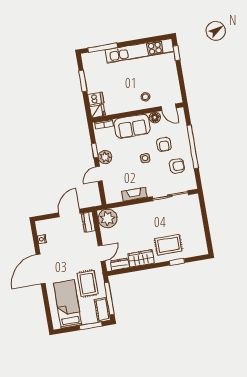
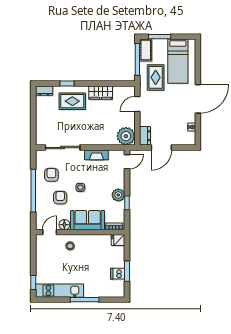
window: (103, 48) -> (85, 300), moved
kitchen unit: (140, 51) -> (59, 291), width x0.73
dishwasher: (96, 99) -> (118, 274), moved
door: (169, 107) -> (50, 232), hinge flipped
armchair: (177, 166) -> (51, 175), turned 90
door: (99, 174) -> (127, 162), moved
dresser: (120, 264) -> (44, 91), moved

